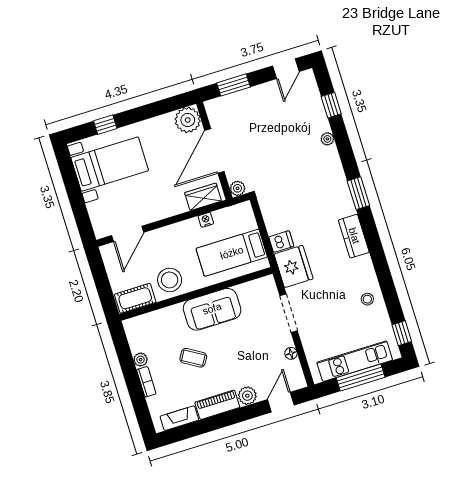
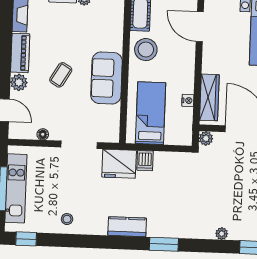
wardrobe: (203, 197) -> (209, 97), width x1.50
coffee table: (193, 358) -> (61, 75), moved

